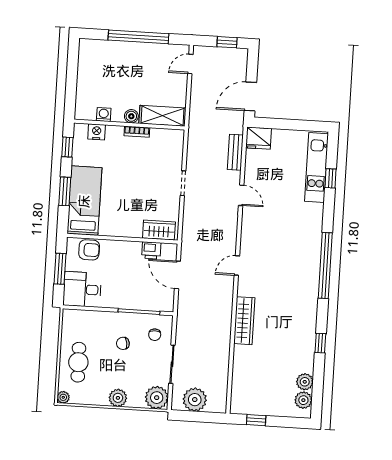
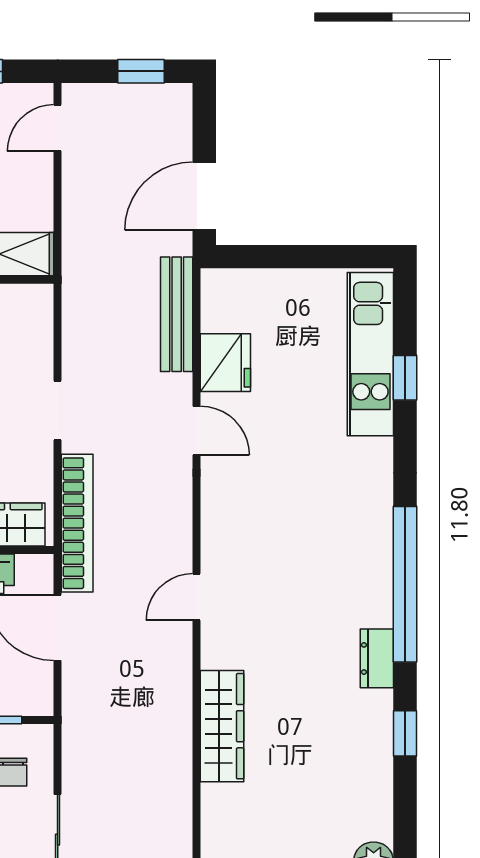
fridge: (259, 138) -> (225, 363), moved, turned -90
bench: (235, 152) -> (177, 314), width x1.36
bookcase: (188, 231) -> (77, 523), added
dresser: (311, 296) -> (377, 658), added
window: (320, 343) -> (405, 733), moved

